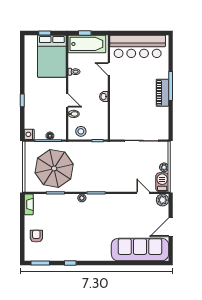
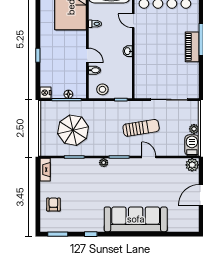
sun lounger: (116, 166) -> (141, 128), added
parasol: (54, 168) -> (73, 130), width x0.73, depth x0.73
door: (143, 193) -> (149, 157), moved
sofa: (140, 250) -> (136, 219), moved

